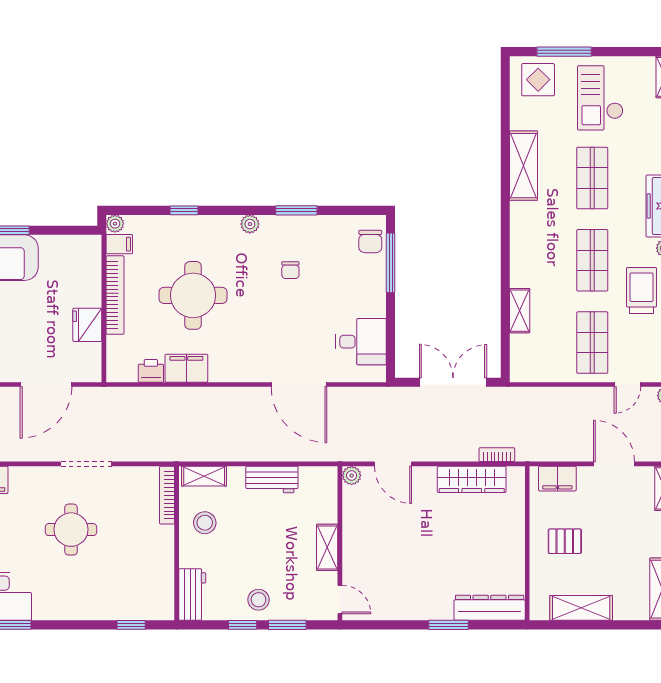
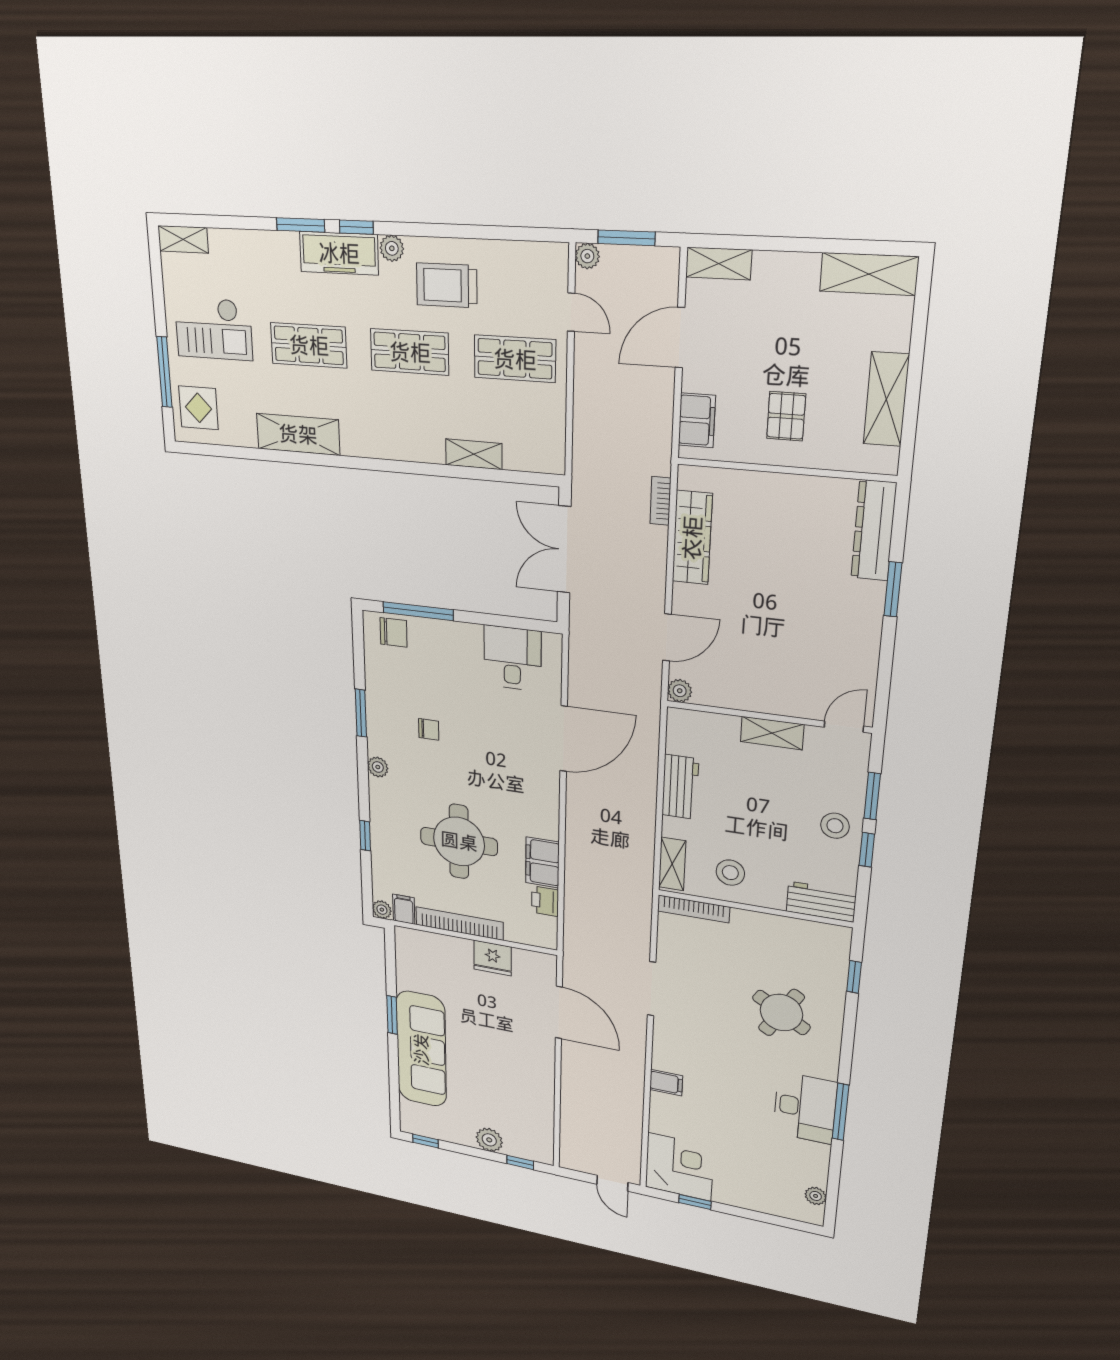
round table: (71, 530) -> (781, 1013), moved, turned 31

